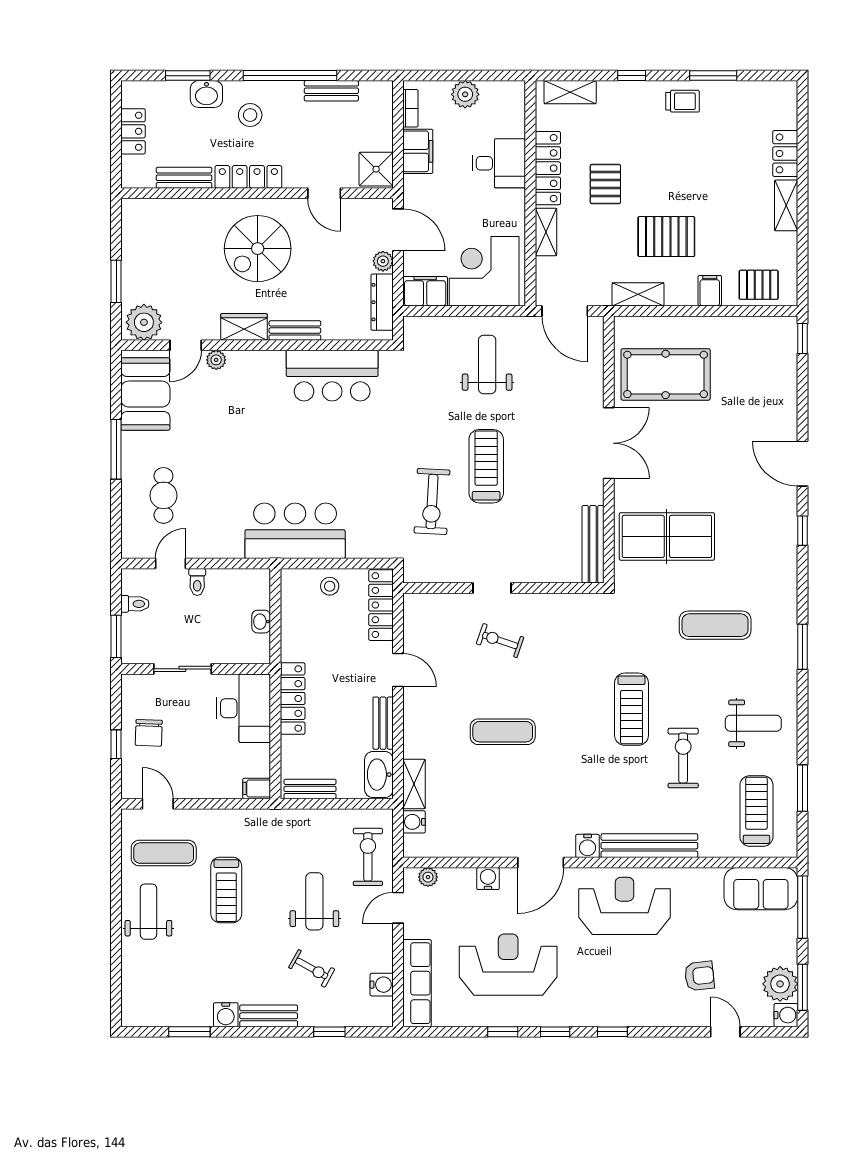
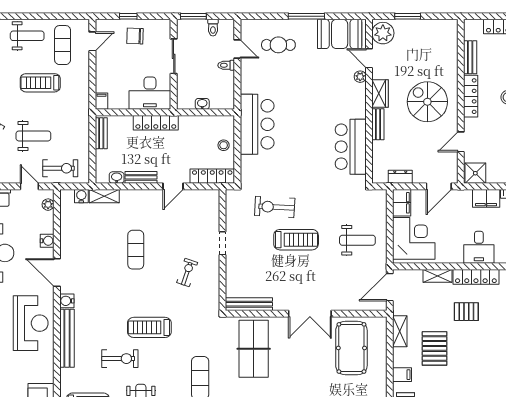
plant: (383, 261) -> (420, 177), removed
dresser: (382, 302) -> (400, 177), width x0.70
exercise bike: (500, 641) -> (187, 273), moved
washbasin: (379, 775) -> (117, 178), width x0.52, depth x0.69

